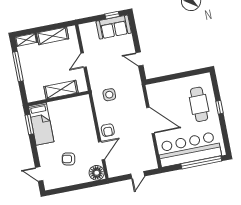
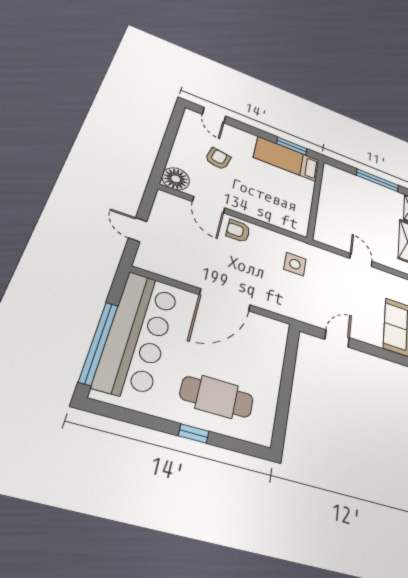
shelving: (61, 90) -> (327, 209), removed
door: (39, 174) -> (214, 115), swing flipped

